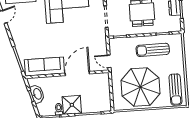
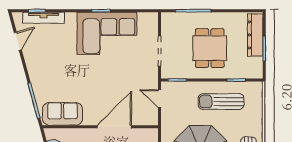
door: (109, 61) -> (159, 99), moved
sofa: (44, 67) -> (62, 114), width x0.73

